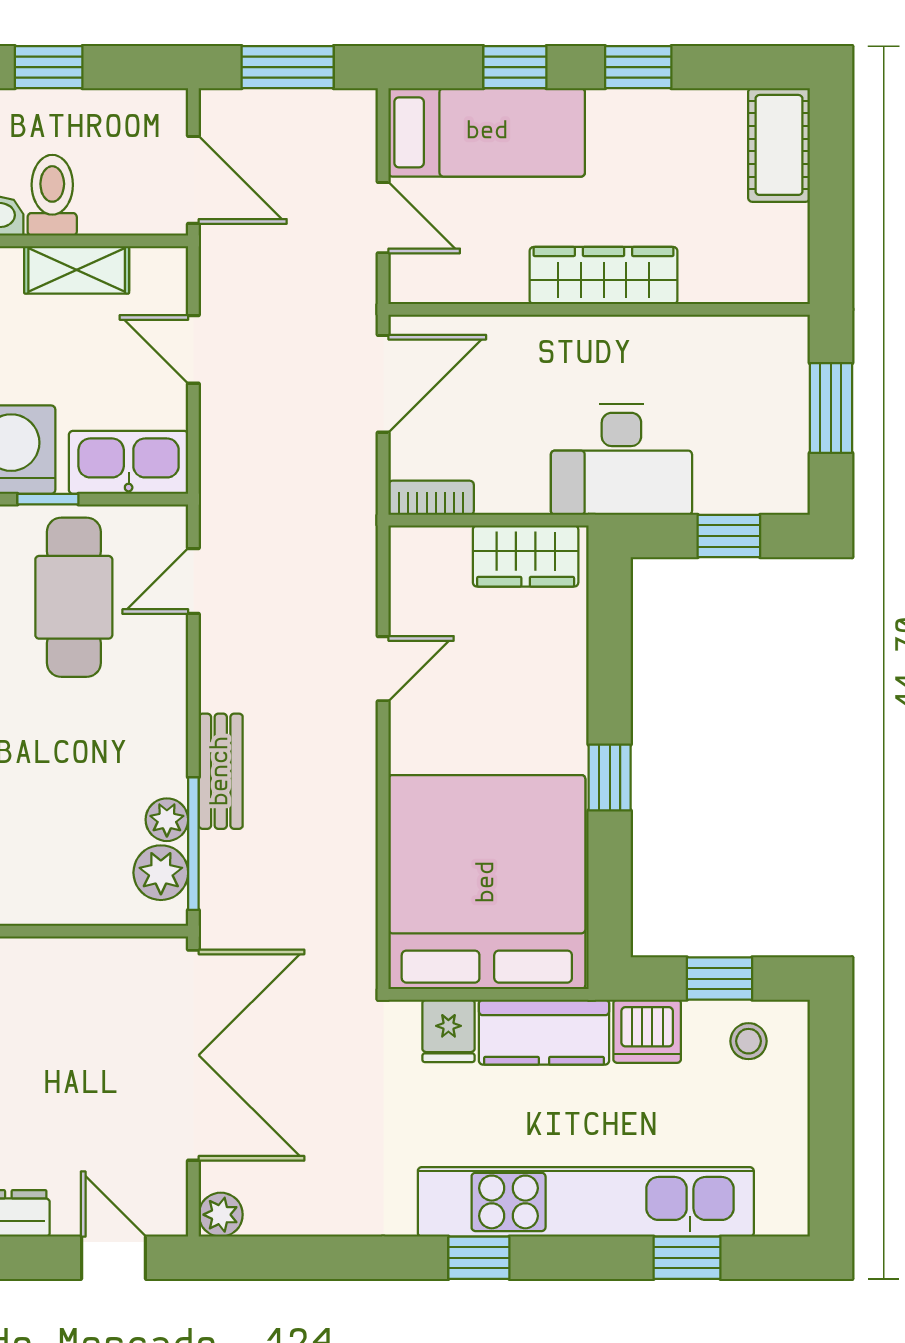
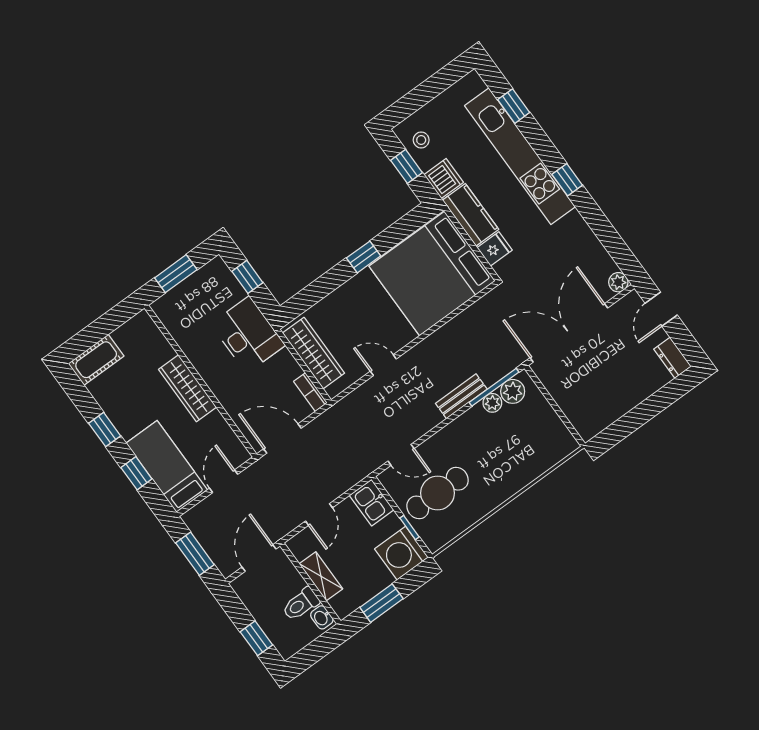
kitchen sink: (129, 462) -> (372, 503), width x0.73
wardrobe: (526, 556) -> (314, 353), width x1.50

